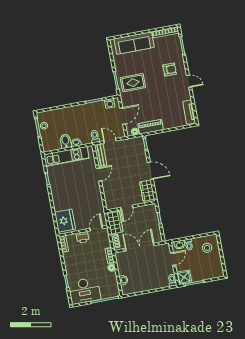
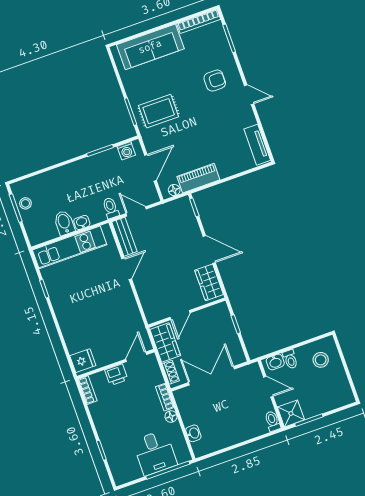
fridge: (65, 221) -> (83, 361), width x0.53, depth x0.75
door: (173, 259) -> (268, 387), hinge flipped
desk: (84, 291) -> (155, 453), moved, width x0.73

